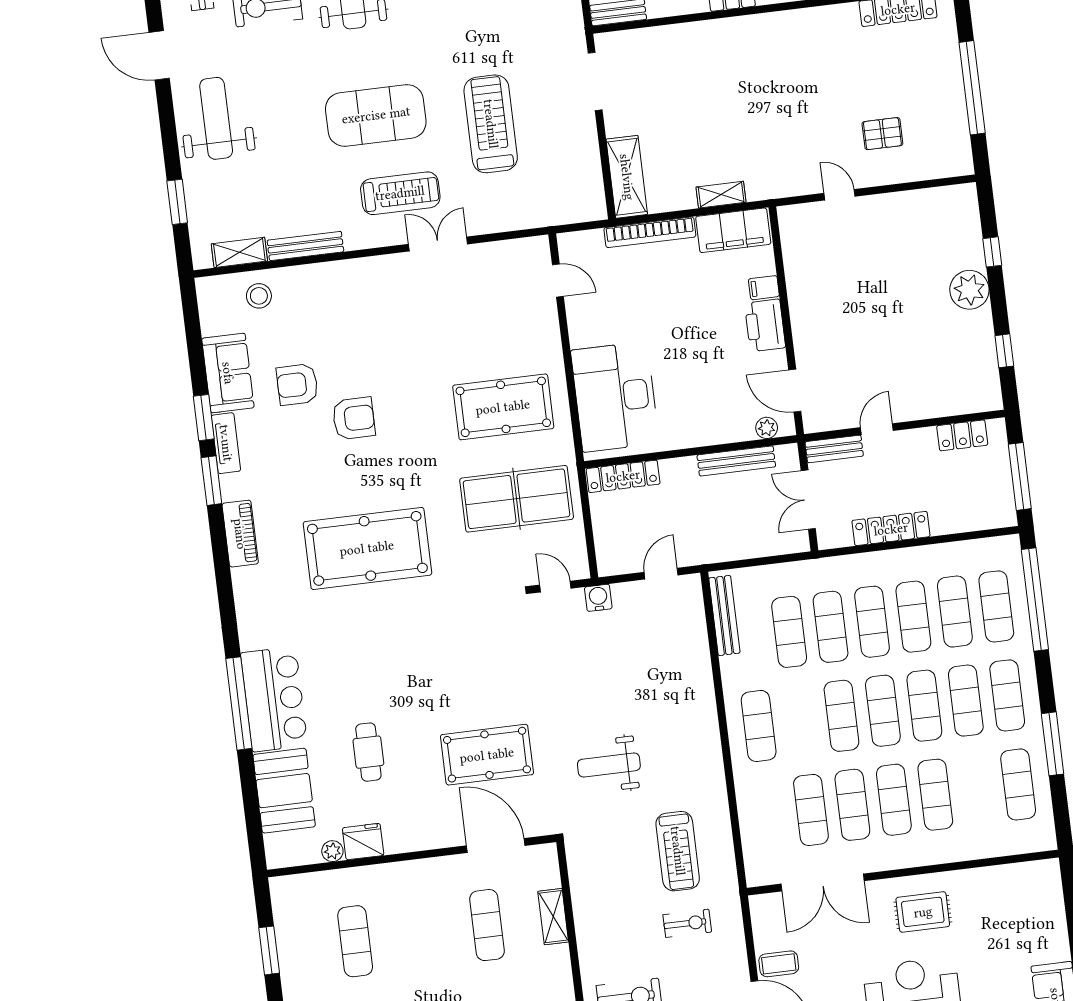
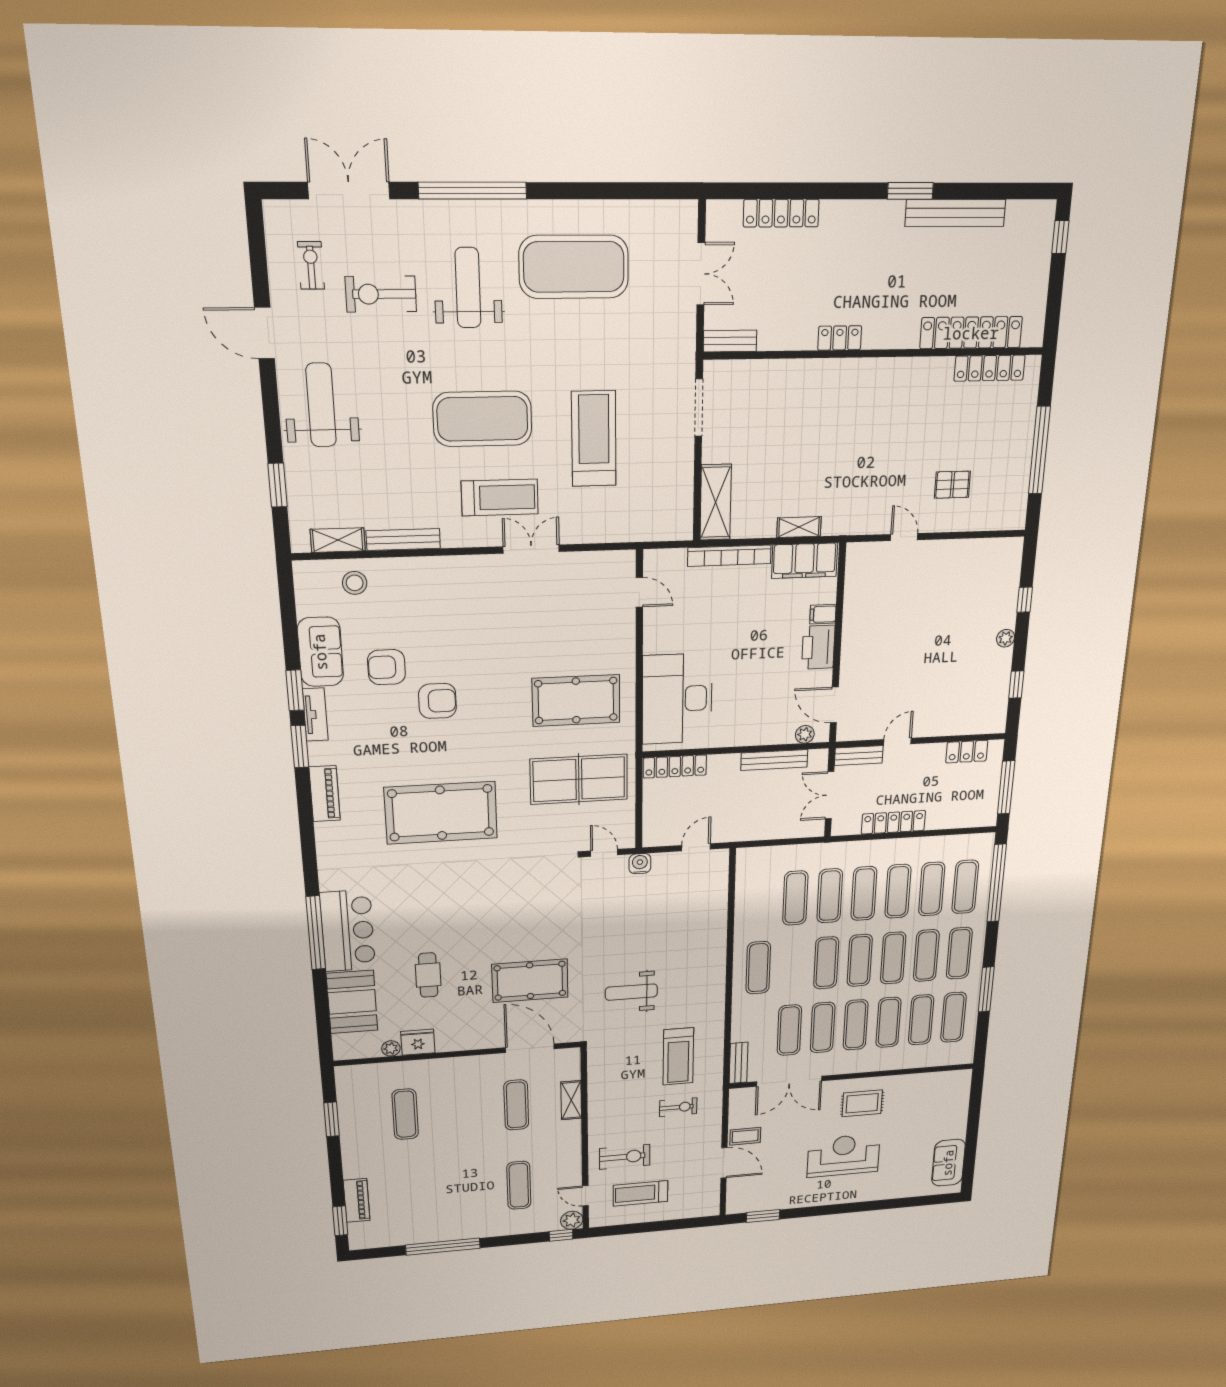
plant: (969, 290) -> (1006, 638), width x0.53, depth x0.53
bench: (724, 615) -> (739, 1063), moved, width x0.73
exercise mat: (977, 790) -> (921, 1020), added

